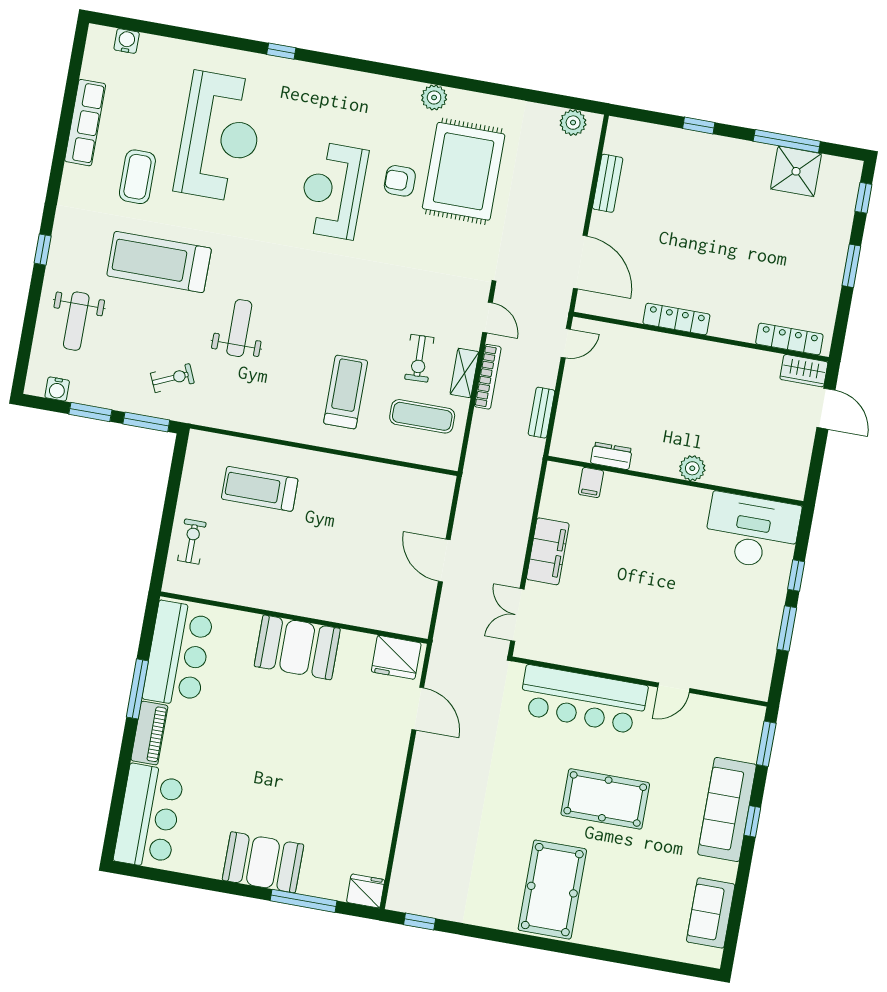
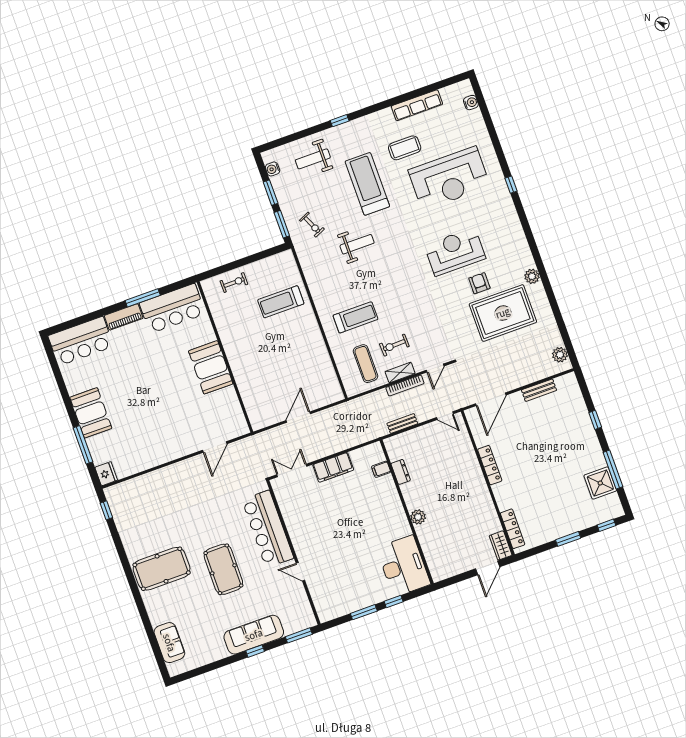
treadmill: (260, 489) -> (281, 302), turned -90
fridge: (396, 657) -> (235, 421), removed
sofa: (711, 913) -> (169, 643), moved, turned 90

